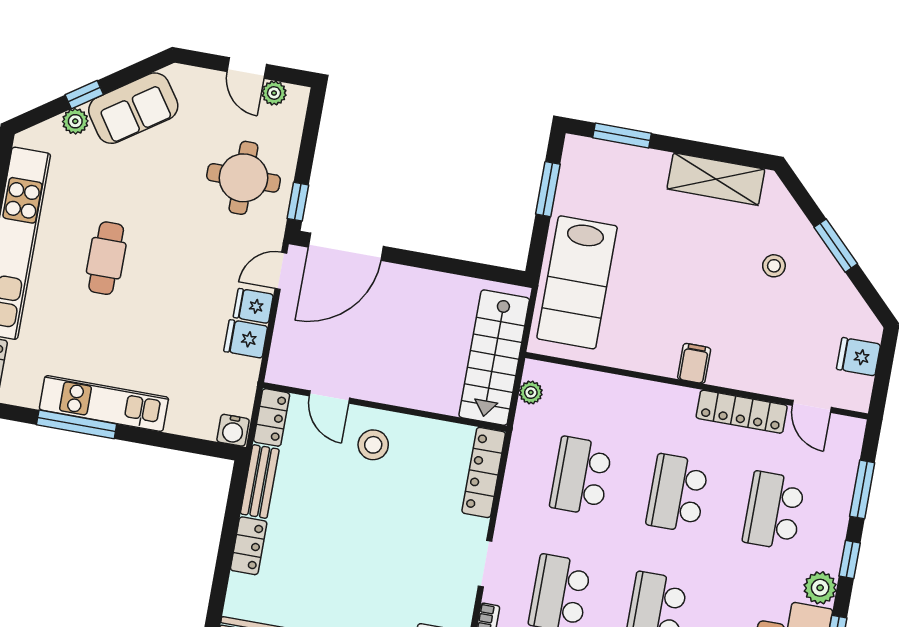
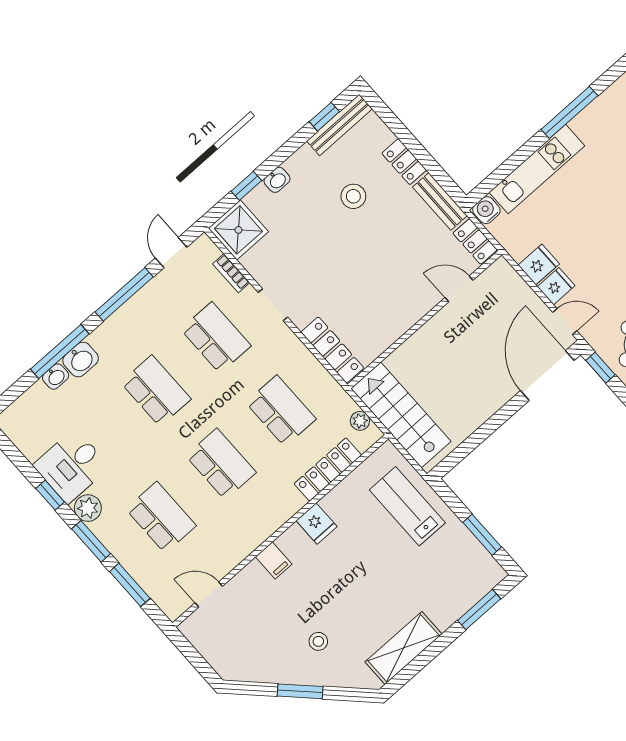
door: (281, 271) -> (565, 322), hinge flipped
lab bench: (577, 282) -> (407, 506), width x0.73, depth x0.72
fridge: (858, 357) -> (317, 523), moved, turned 90
filing cabinet: (694, 363) -> (274, 560), moved
kitchen unit: (104, 403) -> (537, 169), moved
locker: (742, 412) -> (328, 469), moved
stool: (373, 445) -> (353, 196), moved
window: (850, 560) -> (91, 541), width x1.50

